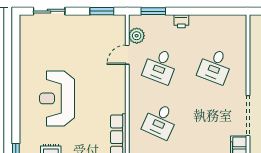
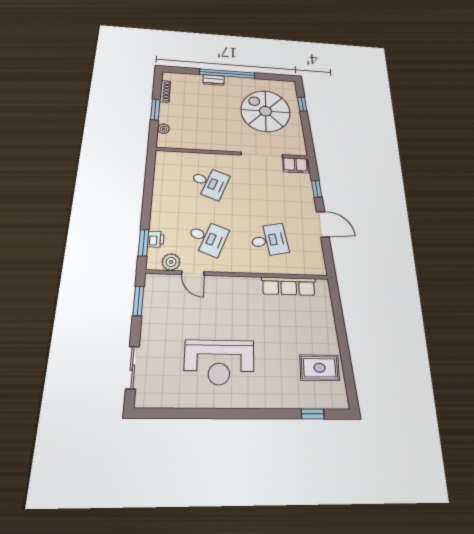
printer: (181, 21) -> (156, 239), moved
reception desk: (57, 98) -> (219, 362), moved
desk: (160, 121) -> (269, 240), turned -36

